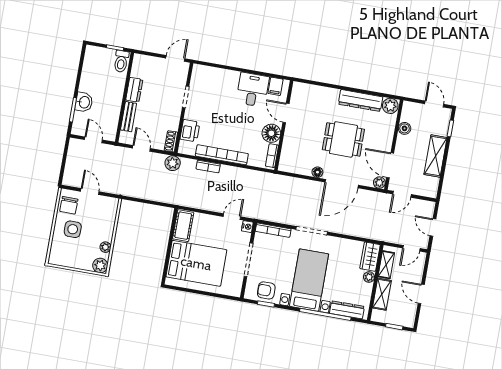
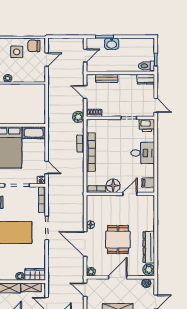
dresser: (134, 90) -> (146, 79), moved
desk: (253, 90) -> (143, 153), moved
boiler: (405, 128) -> (146, 283), moved
printer: (190, 131) -> (147, 125), moved
door: (141, 148) -> (85, 92), swing flipped
door: (390, 165) -> (118, 277), moved

